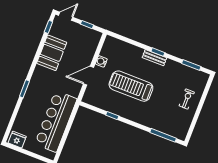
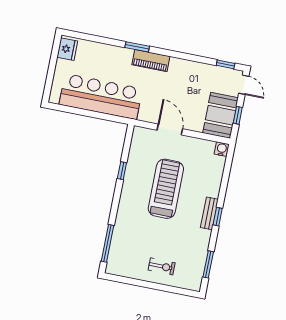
booth: (52, 53) -> (221, 115), moved, turned 90
water cooler: (101, 61) -> (222, 149), moved
piano: (36, 81) -> (151, 61), added

